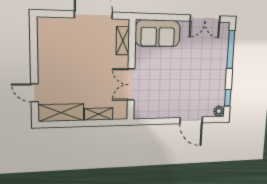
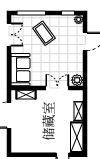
coffee table: (204, 66) -> (44, 33), added
double door: (131, 84) -> (57, 88), swing flipped
plant: (141, 111) -> (77, 80), added

